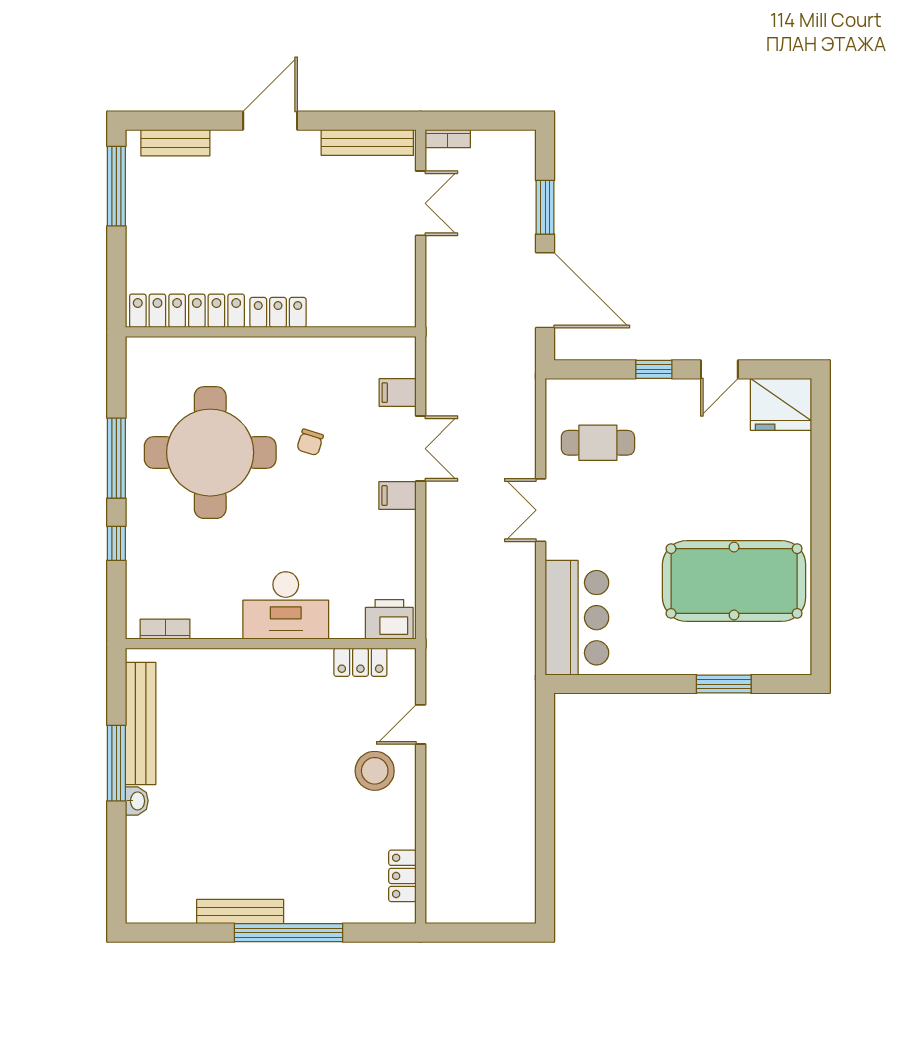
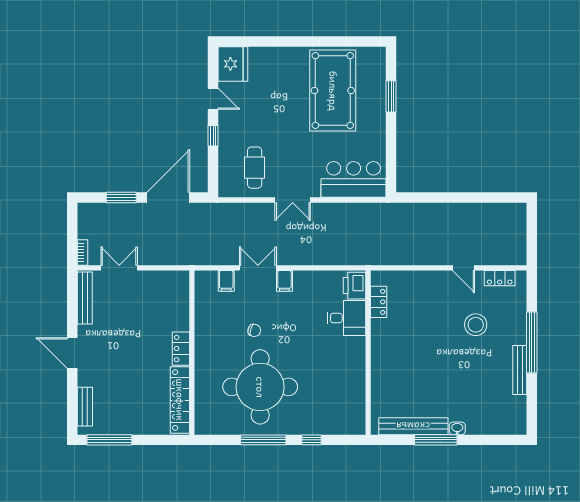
desk: (286, 605) -> (347, 318), moved, width x0.73
bookcase: (165, 629) -> (360, 412), removed
door: (421, 724) -> (464, 268), moved
stool: (375, 771) -> (476, 325), moved

